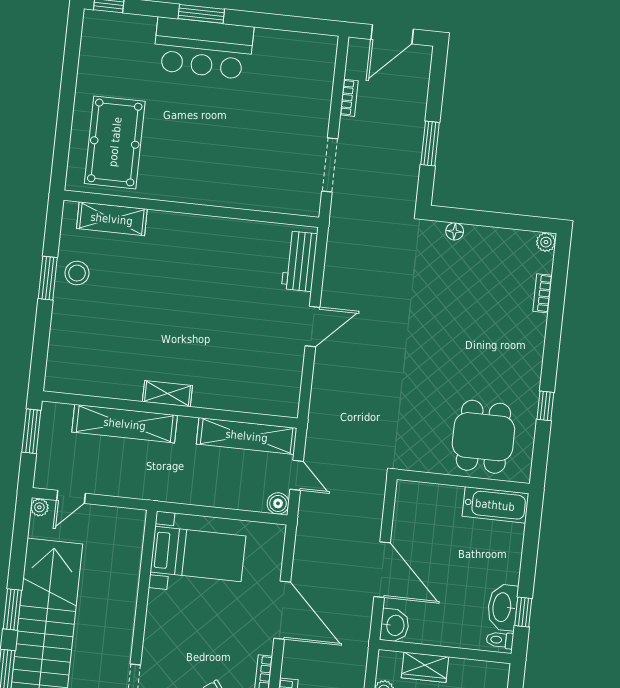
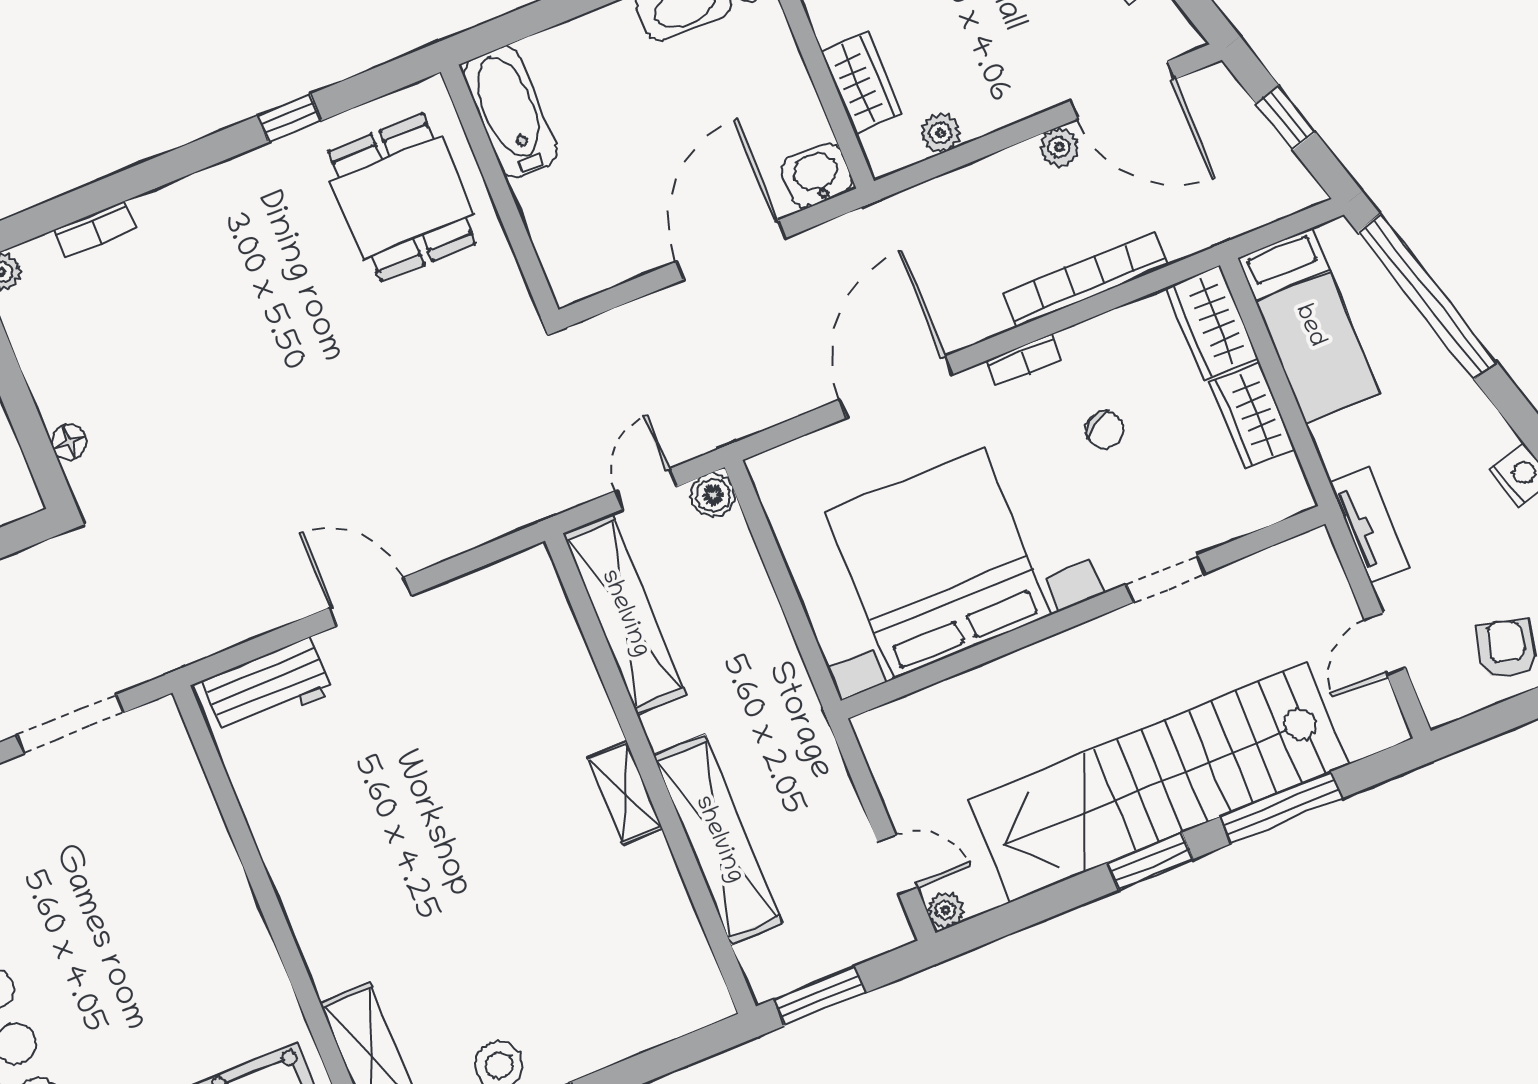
dining table: (483, 437) -> (402, 198), turned 90
bed with nightstands: (198, 554) -> (938, 563), width x1.85

